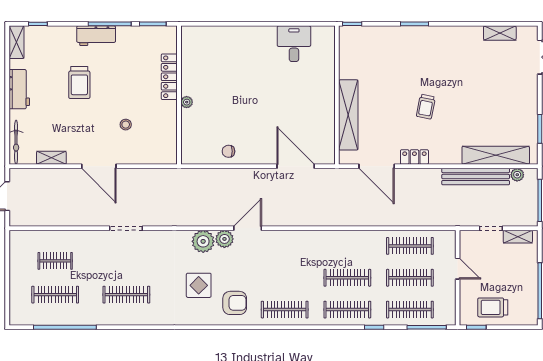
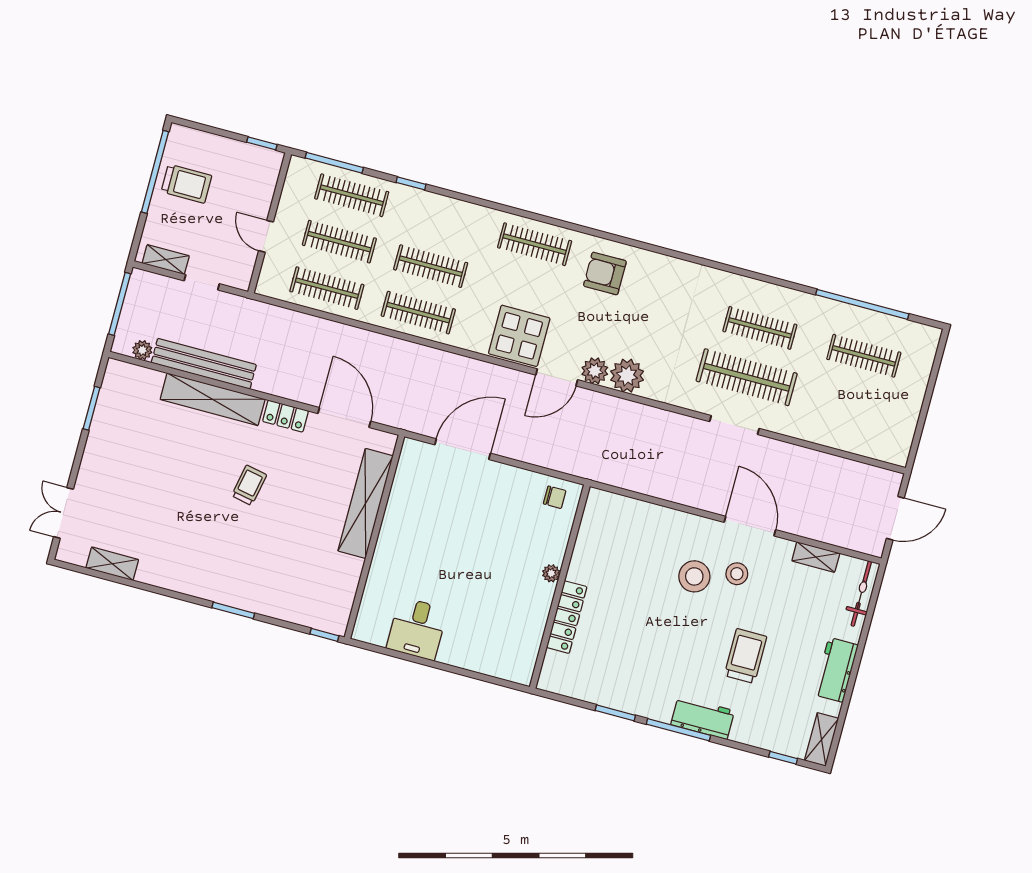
locker: (169, 77) -> (567, 617), moved
wall: (179, 95) -> (560, 587), moved
plant: (187, 102) -> (551, 573), moved
stool: (126, 125) -> (694, 576), width x1.89, depth x1.89
stool: (99, 134) -> (737, 574), added
shelving: (496, 155) -> (213, 399), moved
door: (296, 166) -> (463, 449), swing flipped
clothes rail: (55, 261) -> (747, 377), moved, width x1.86, depth x1.31
display table: (199, 285) -> (519, 336), moved, width x1.36, depth x1.36
trolley: (493, 307) -> (186, 184), moved
clothes rail: (347, 310) -> (418, 313), moved

